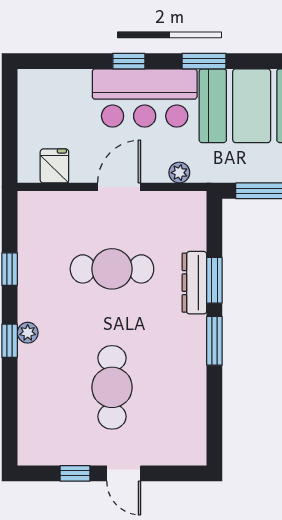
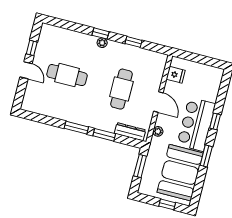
dresser: (194, 283) -> (130, 132), moved
door: (124, 473) -> (26, 70), swing flipped

